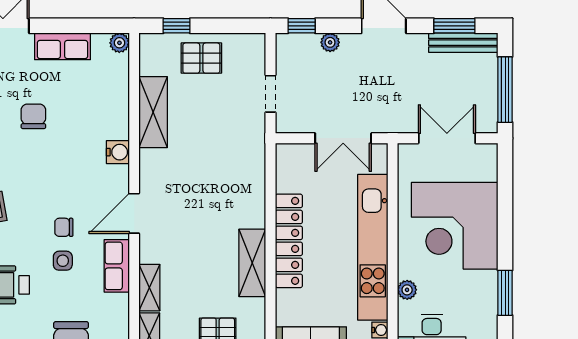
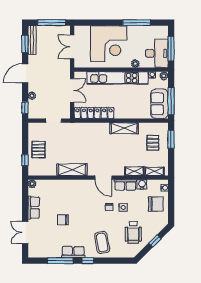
shelving: (153, 112) -> (72, 170), moved
water cooler: (118, 152) -> (142, 184), moved
locker: (289, 241) -> (94, 113), moved
window: (505, 293) -> (137, 23), width x1.44

